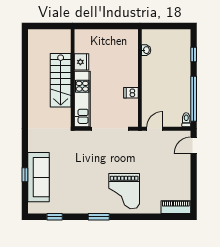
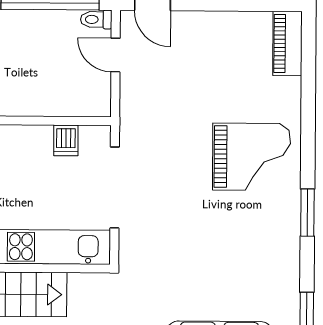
dishwasher: (131, 93) -> (66, 140), moved
door: (155, 129) -> (116, 55), moved

